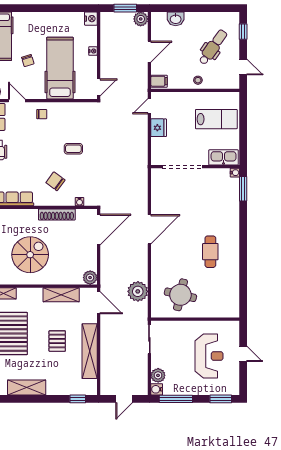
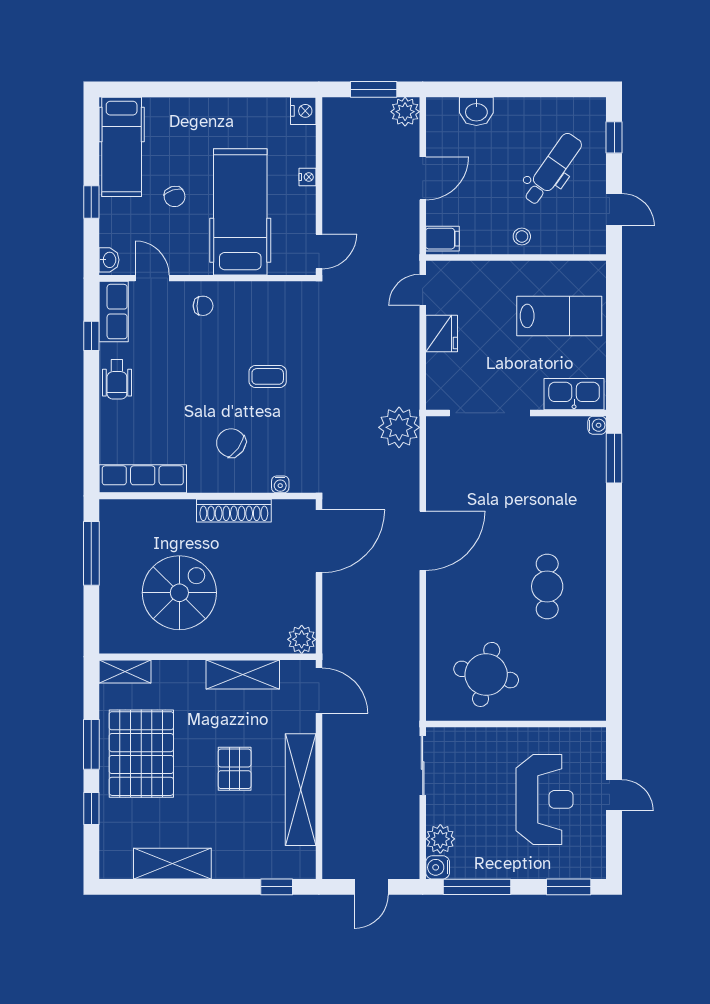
plant: (138, 291) -> (399, 427), moved

